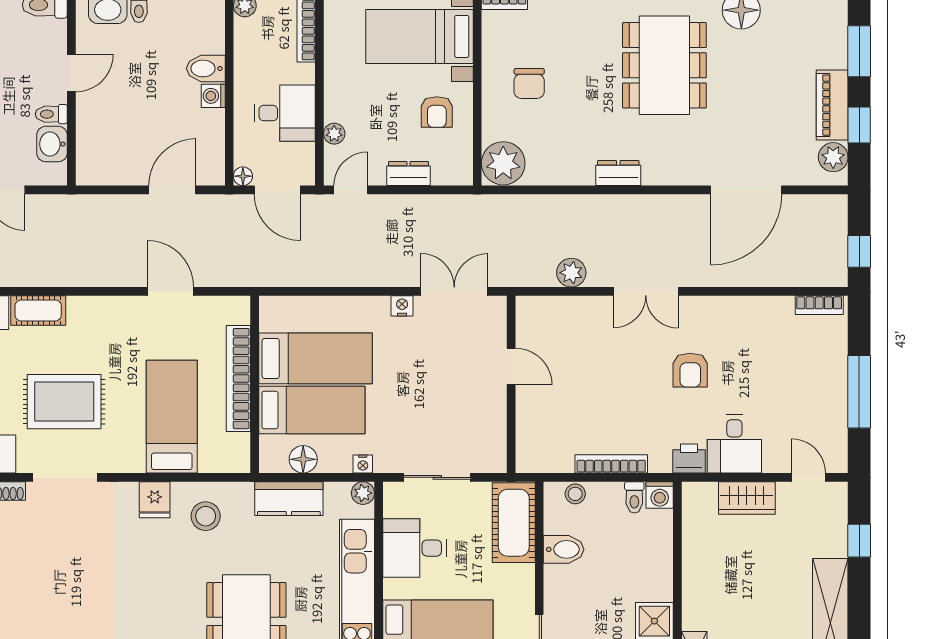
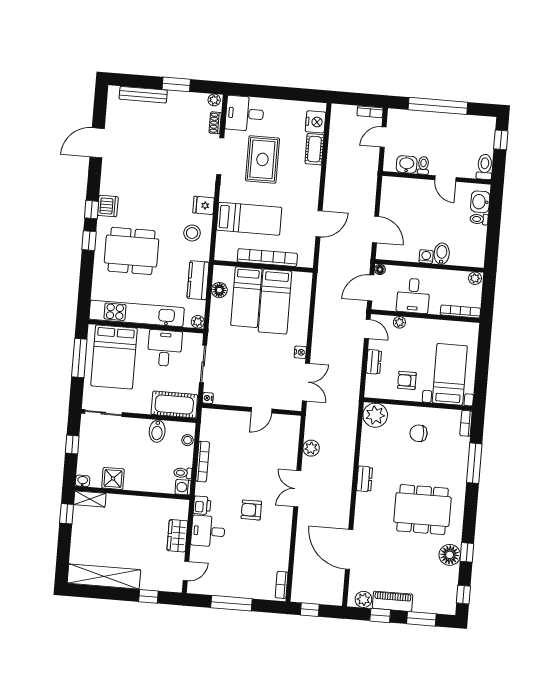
nightstand: (363, 464) -> (208, 398), moved

